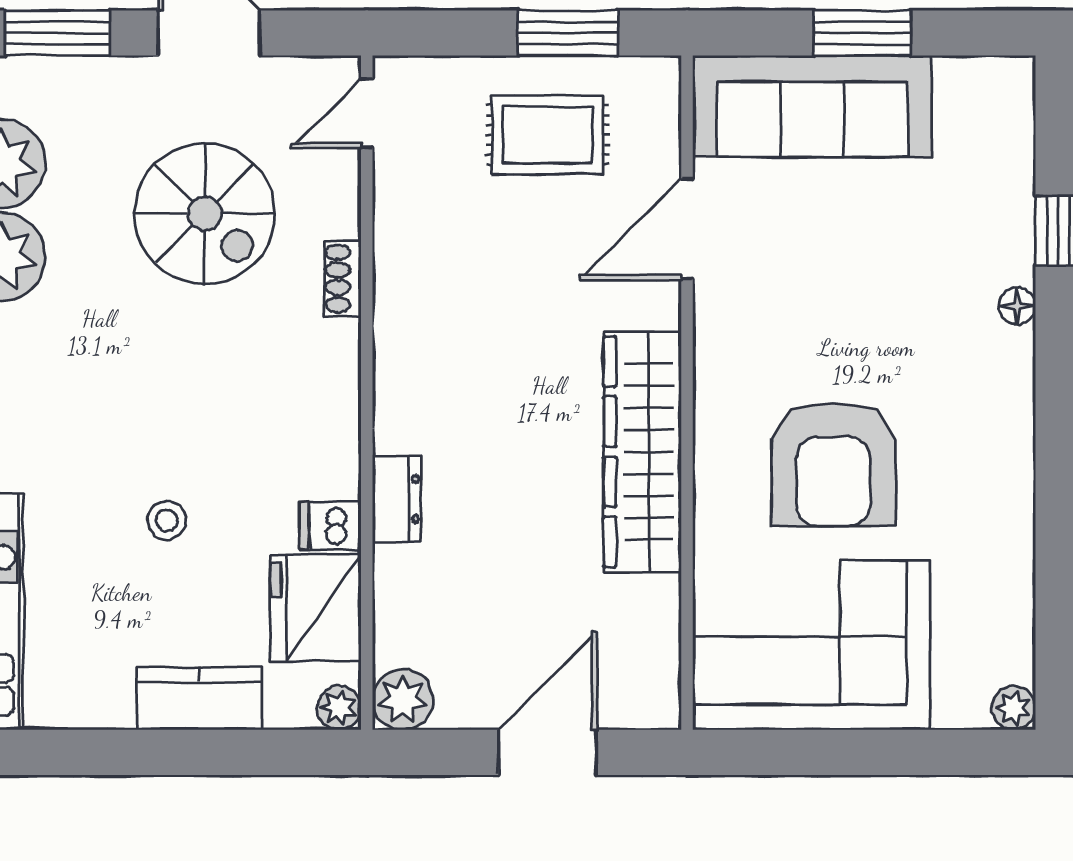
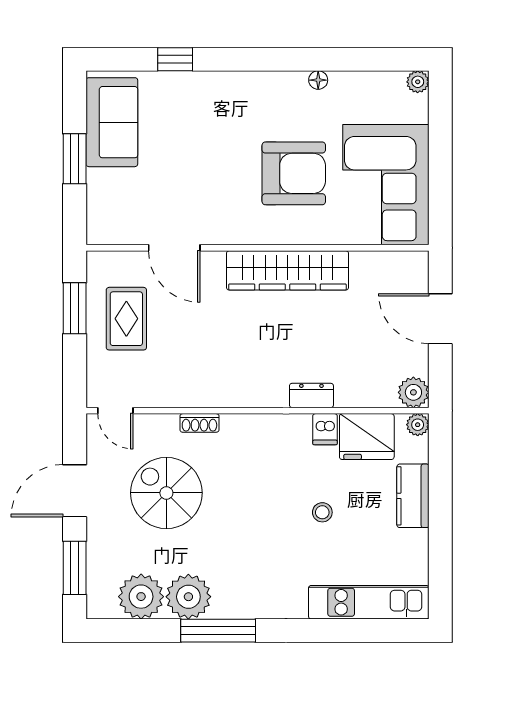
sofa: (812, 106) -> (112, 122), moved, width x0.73
spiral stairs: (205, 214) -> (166, 493), turned -90
floor lamp: (1017, 306) -> (318, 80), moved

